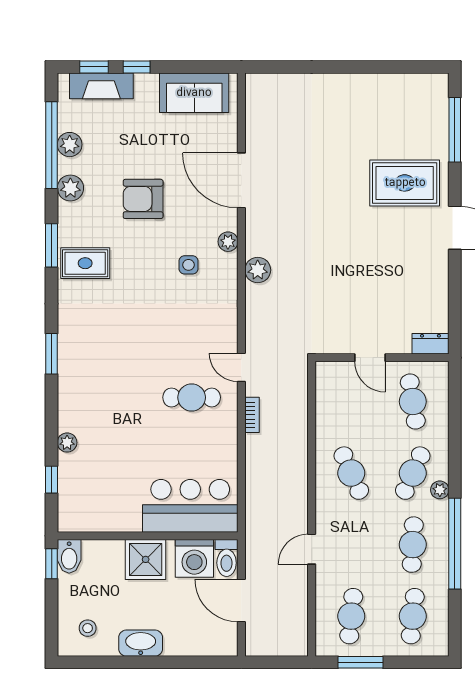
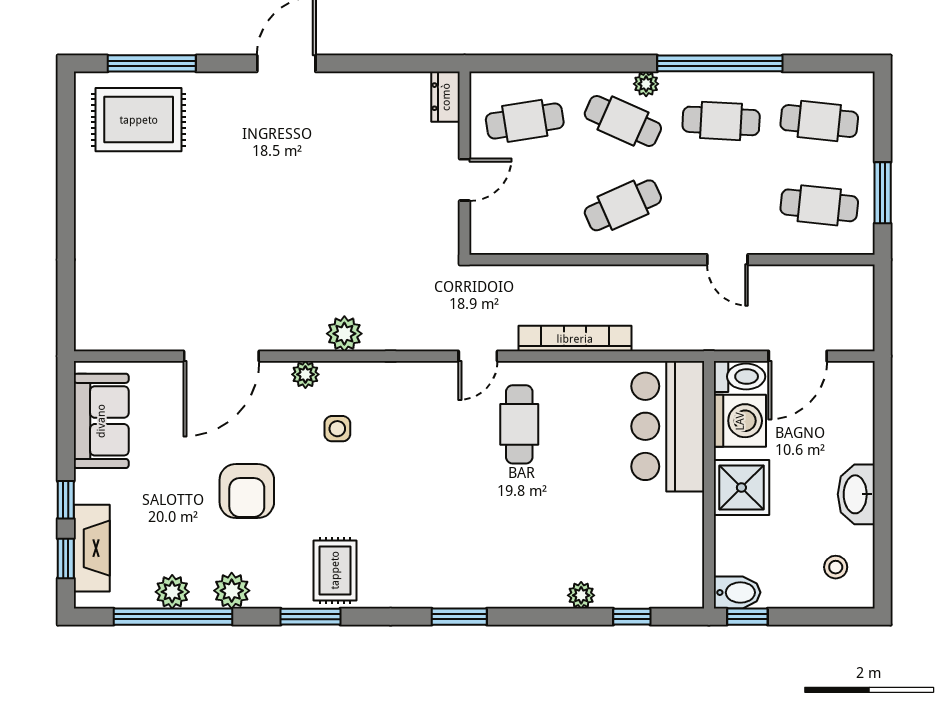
rug: (405, 183) -> (139, 120), moved, turned 90
bookcase: (252, 415) -> (575, 339), width x2.31, depth x1.31

